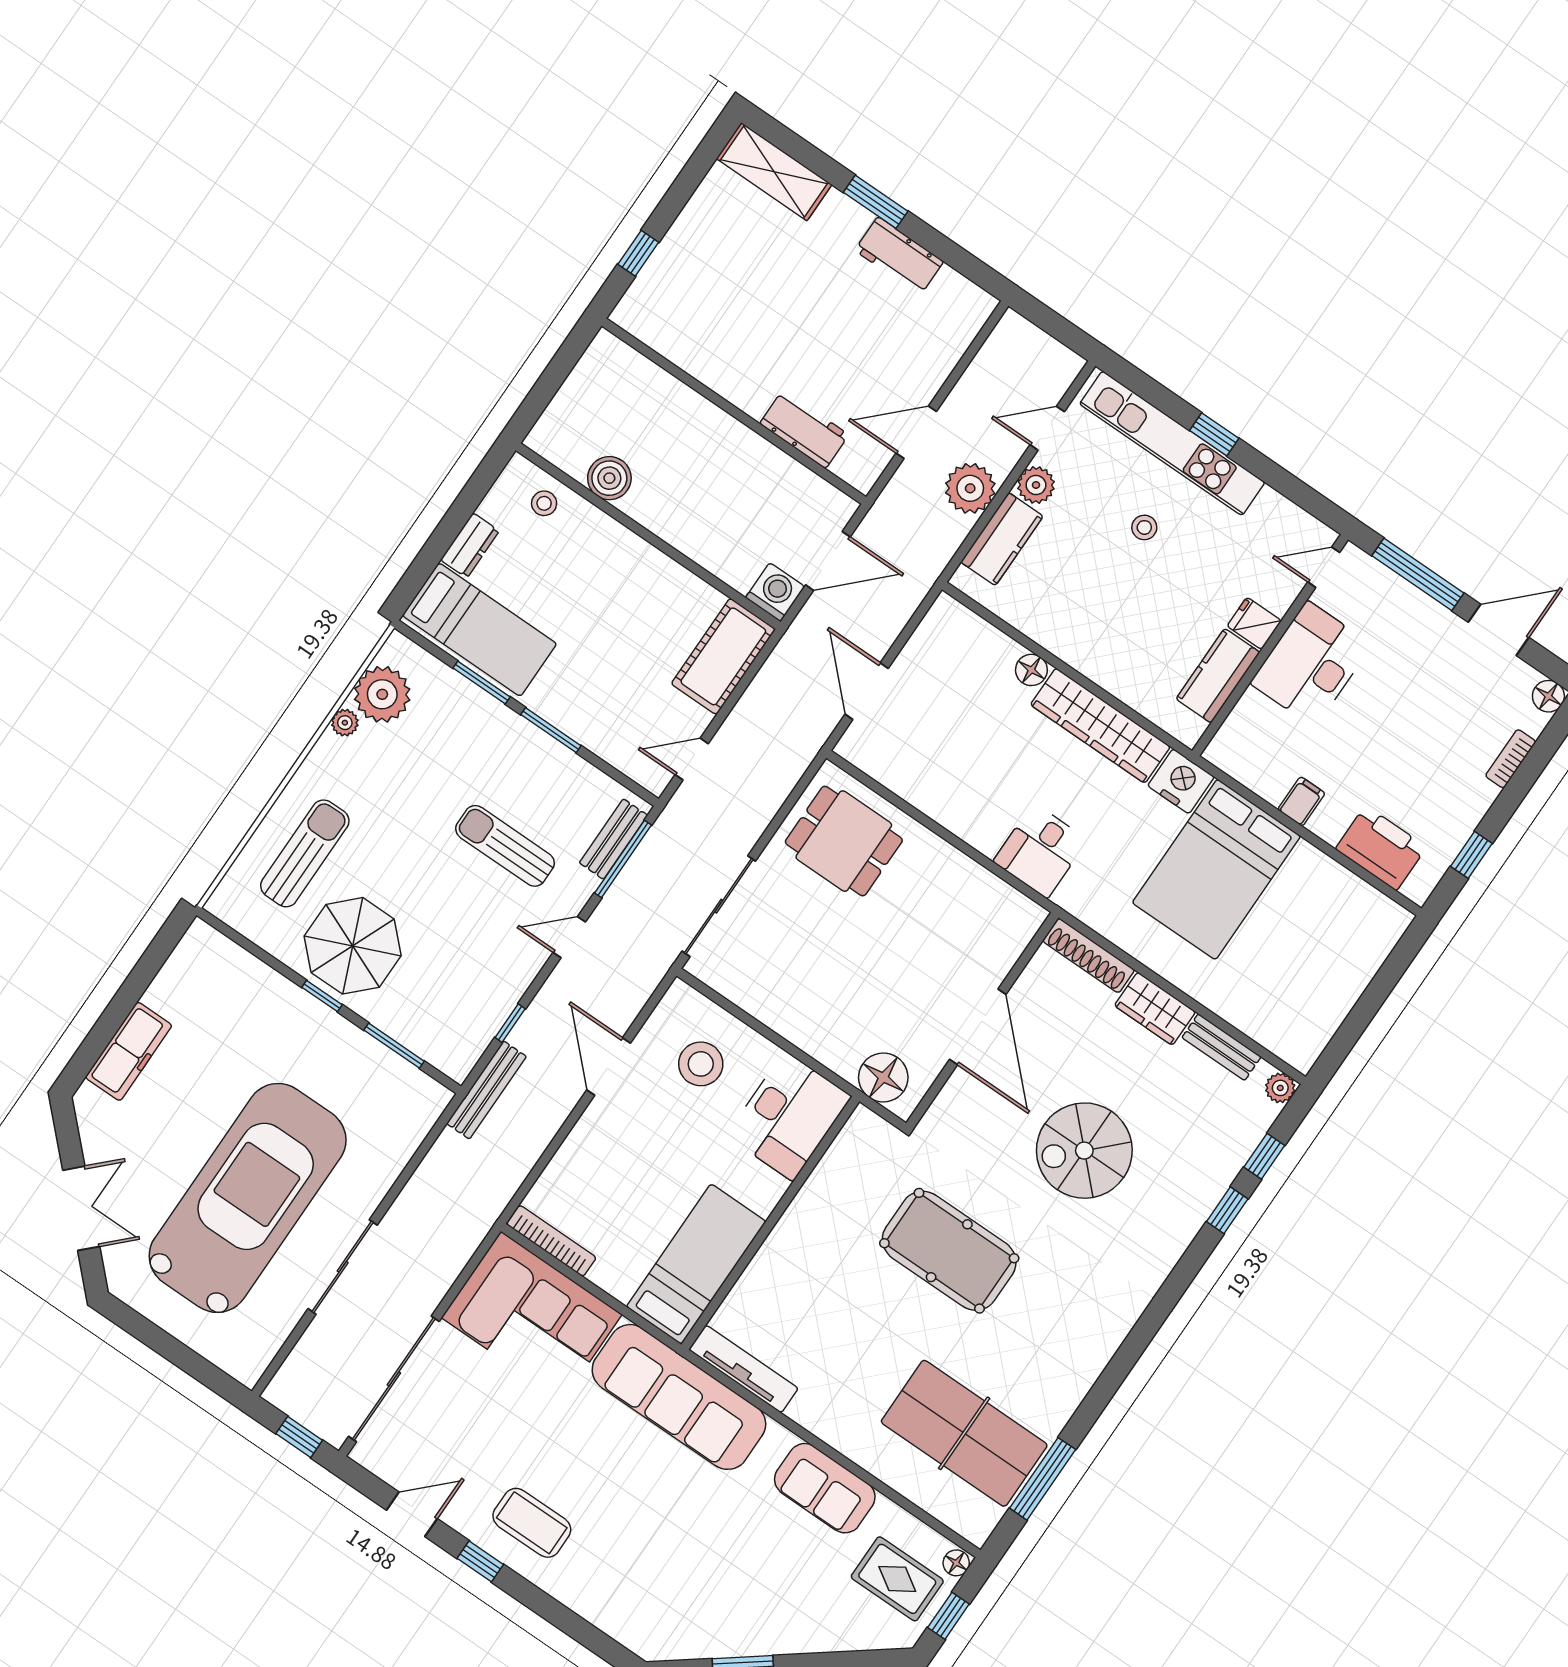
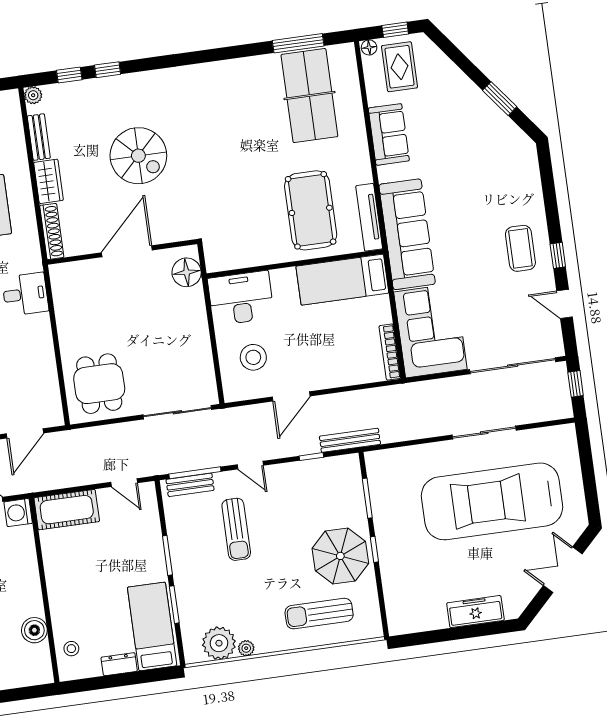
pool table: (949, 1251) -> (311, 210), moved

